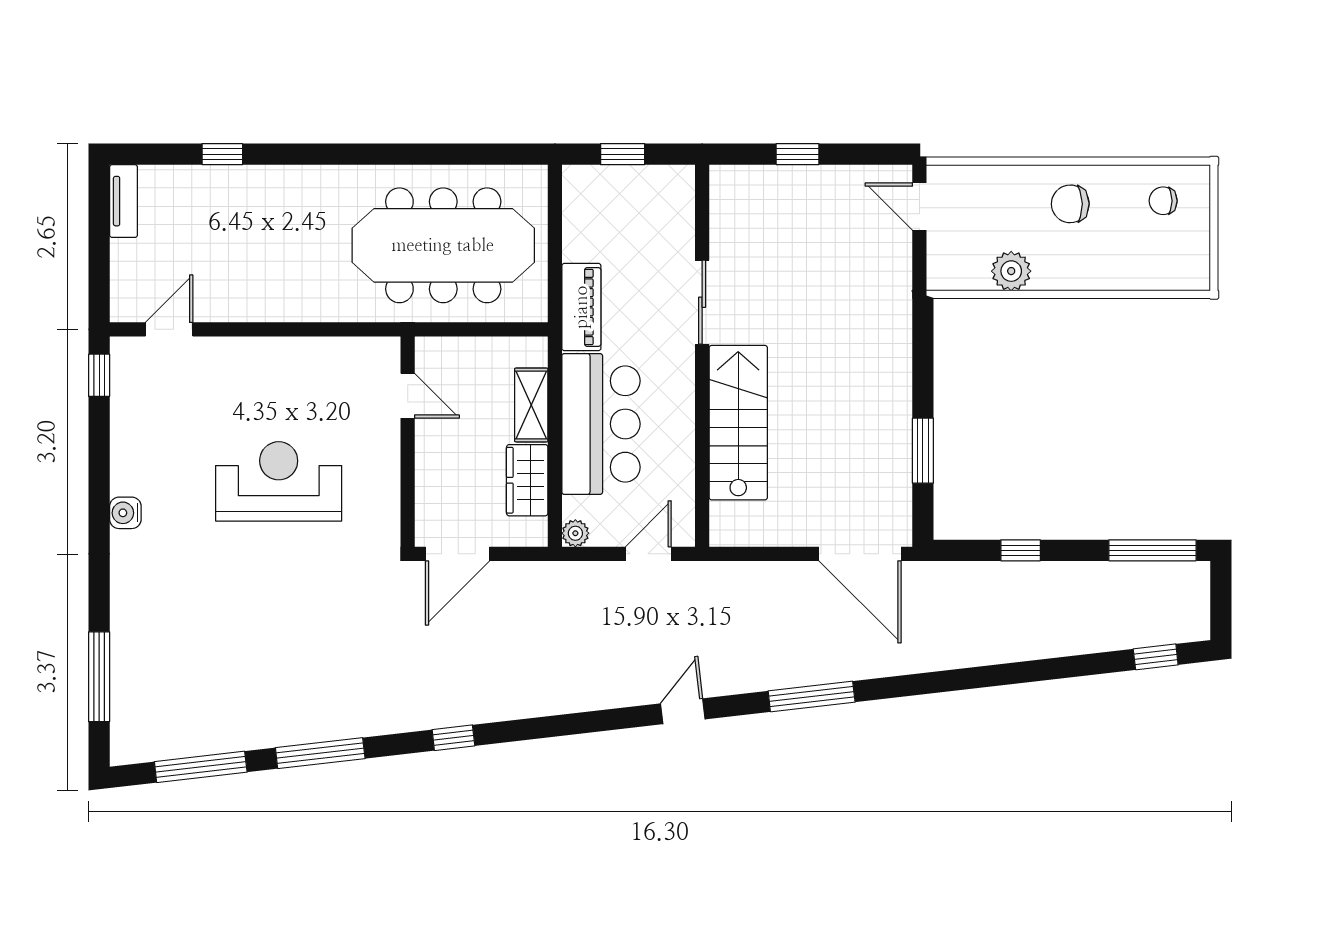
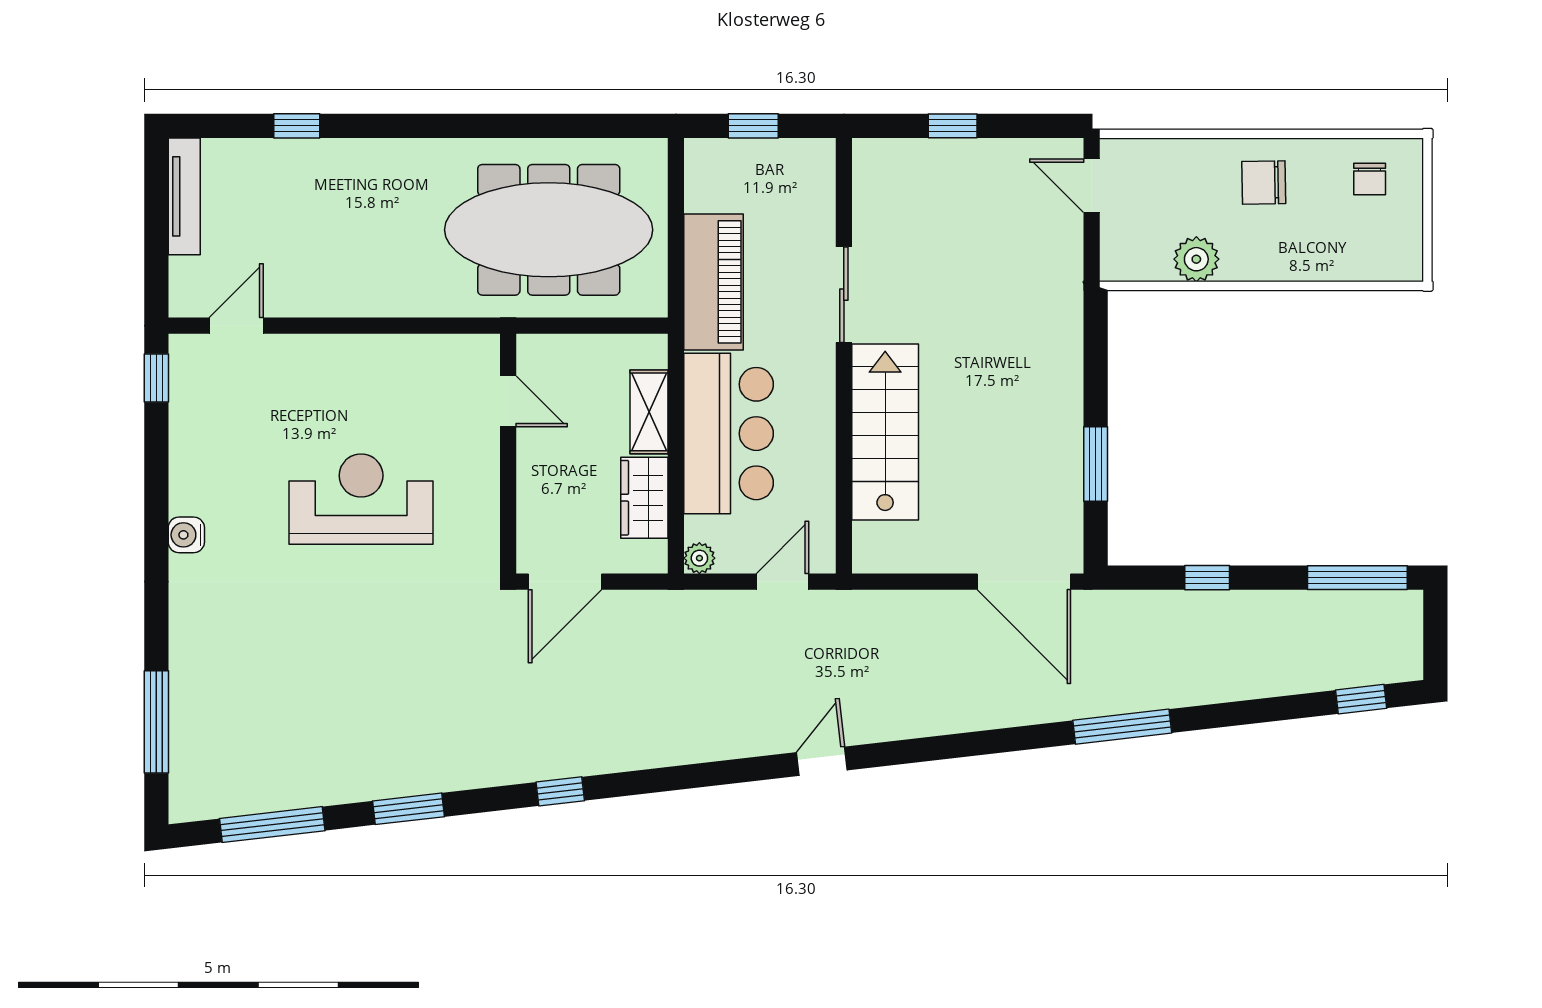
tv unit: (124, 201) -> (184, 196), width x1.41
chair: (1163, 201) -> (1370, 179), turned -90
piano: (581, 307) -> (714, 282), width x1.37, depth x1.33
window: (812, 697) -> (1122, 727), moved
window: (320, 753) -> (408, 809), width x0.69

